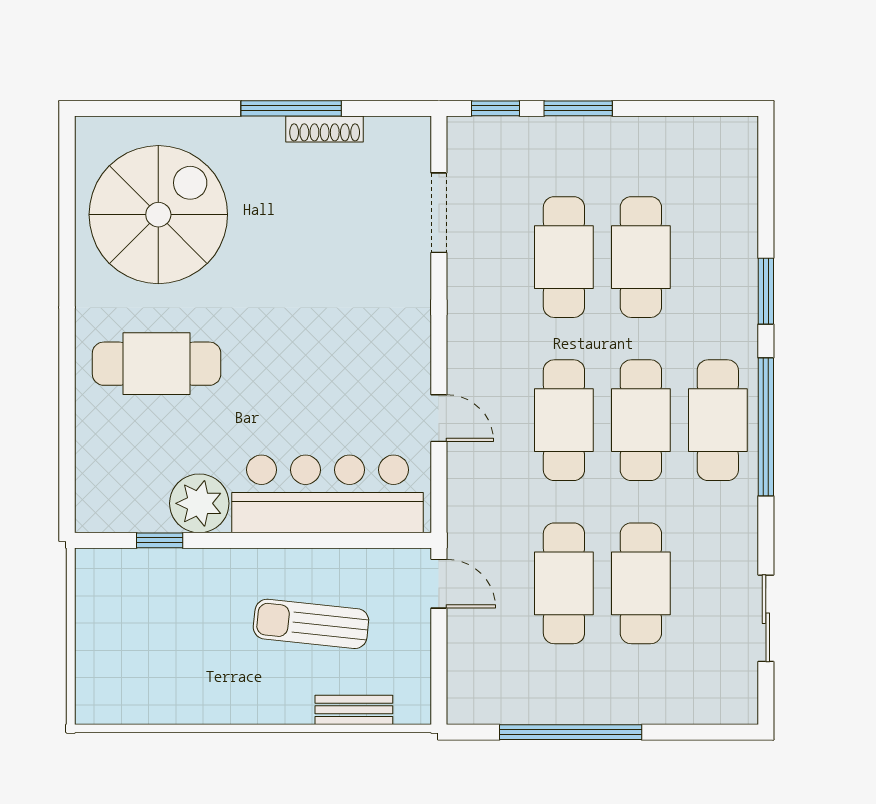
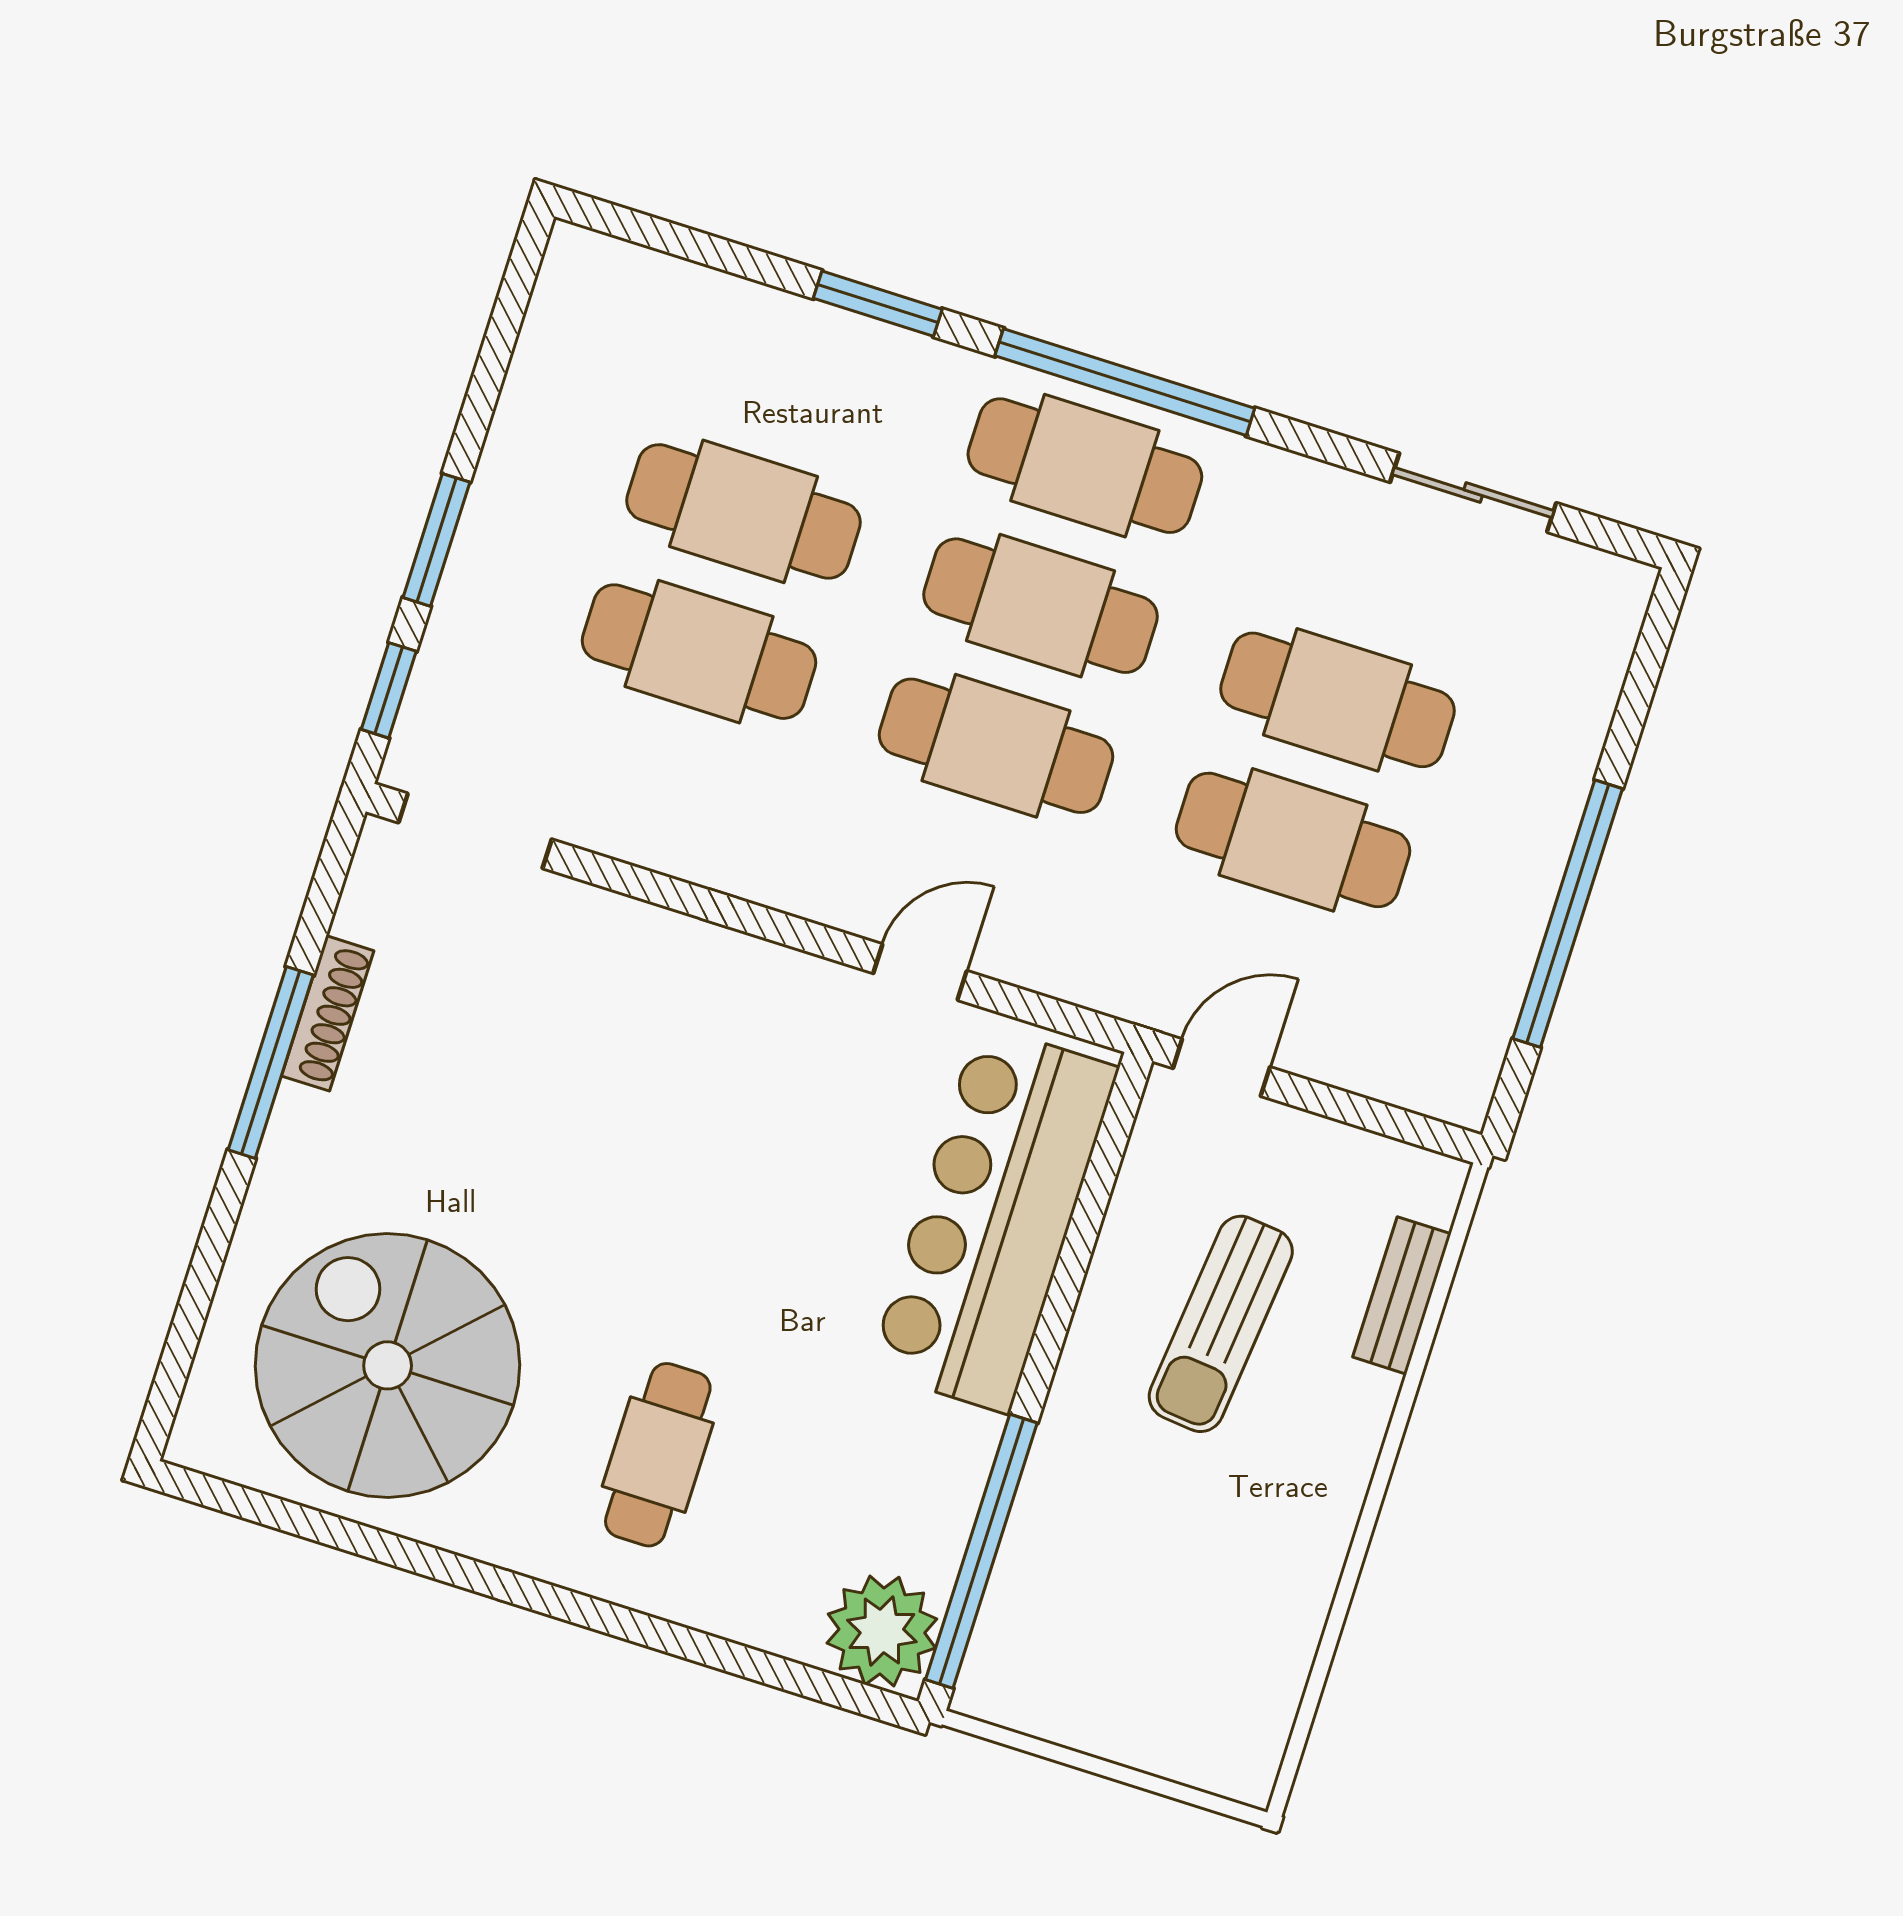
doorway: (439, 213) -> (475, 831), moved
cafe table: (157, 364) -> (658, 1455), width x0.73, depth x0.74
plant: (199, 503) -> (882, 1631), moved
window: (160, 540) -> (981, 1551), width x3.17

